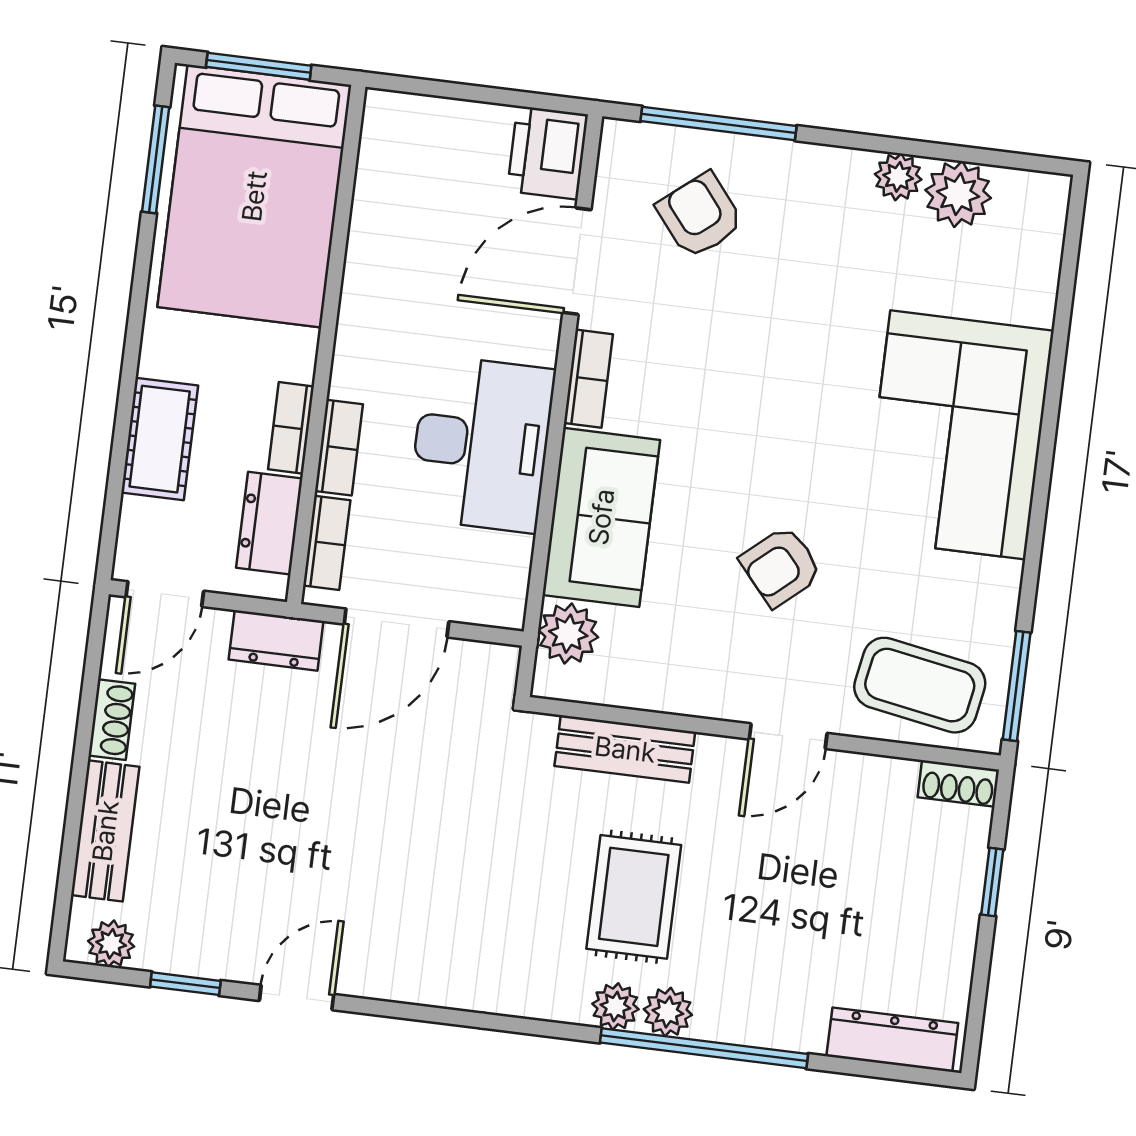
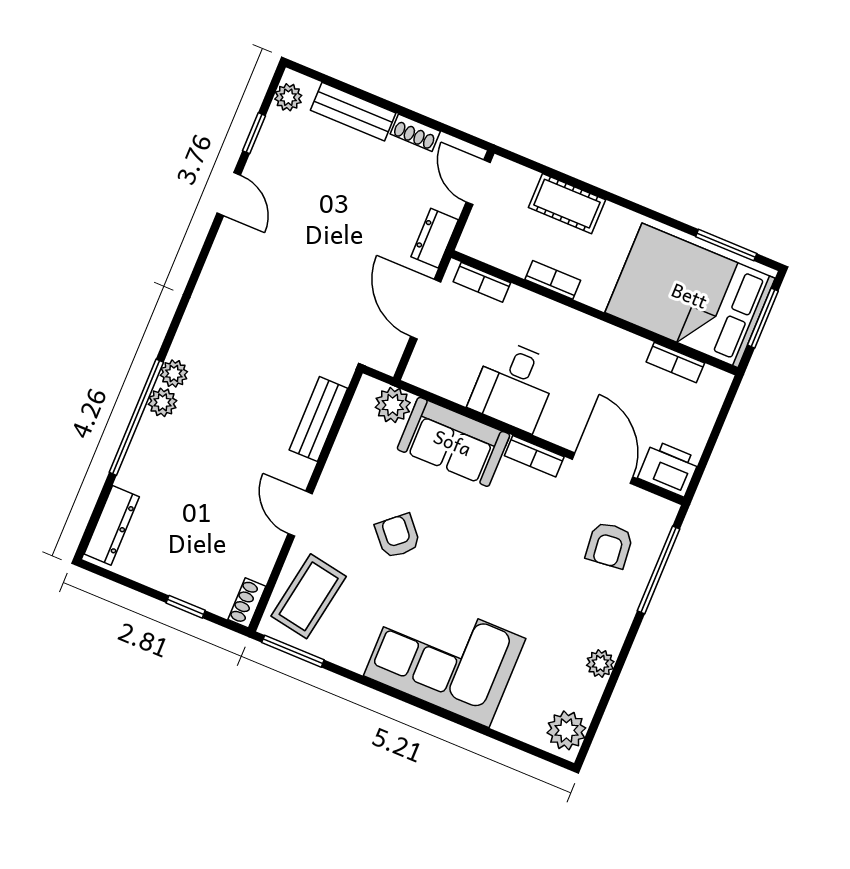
plant: (958, 194) -> (566, 730), moved
armchair: (700, 215) -> (609, 545), turned 123
desk: (481, 444) -> (514, 385), width x0.73
bookcase: (339, 448) -> (675, 363), moved
dresser: (269, 523) -> (502, 253), removed
rug: (634, 897) -> (233, 401), removed

